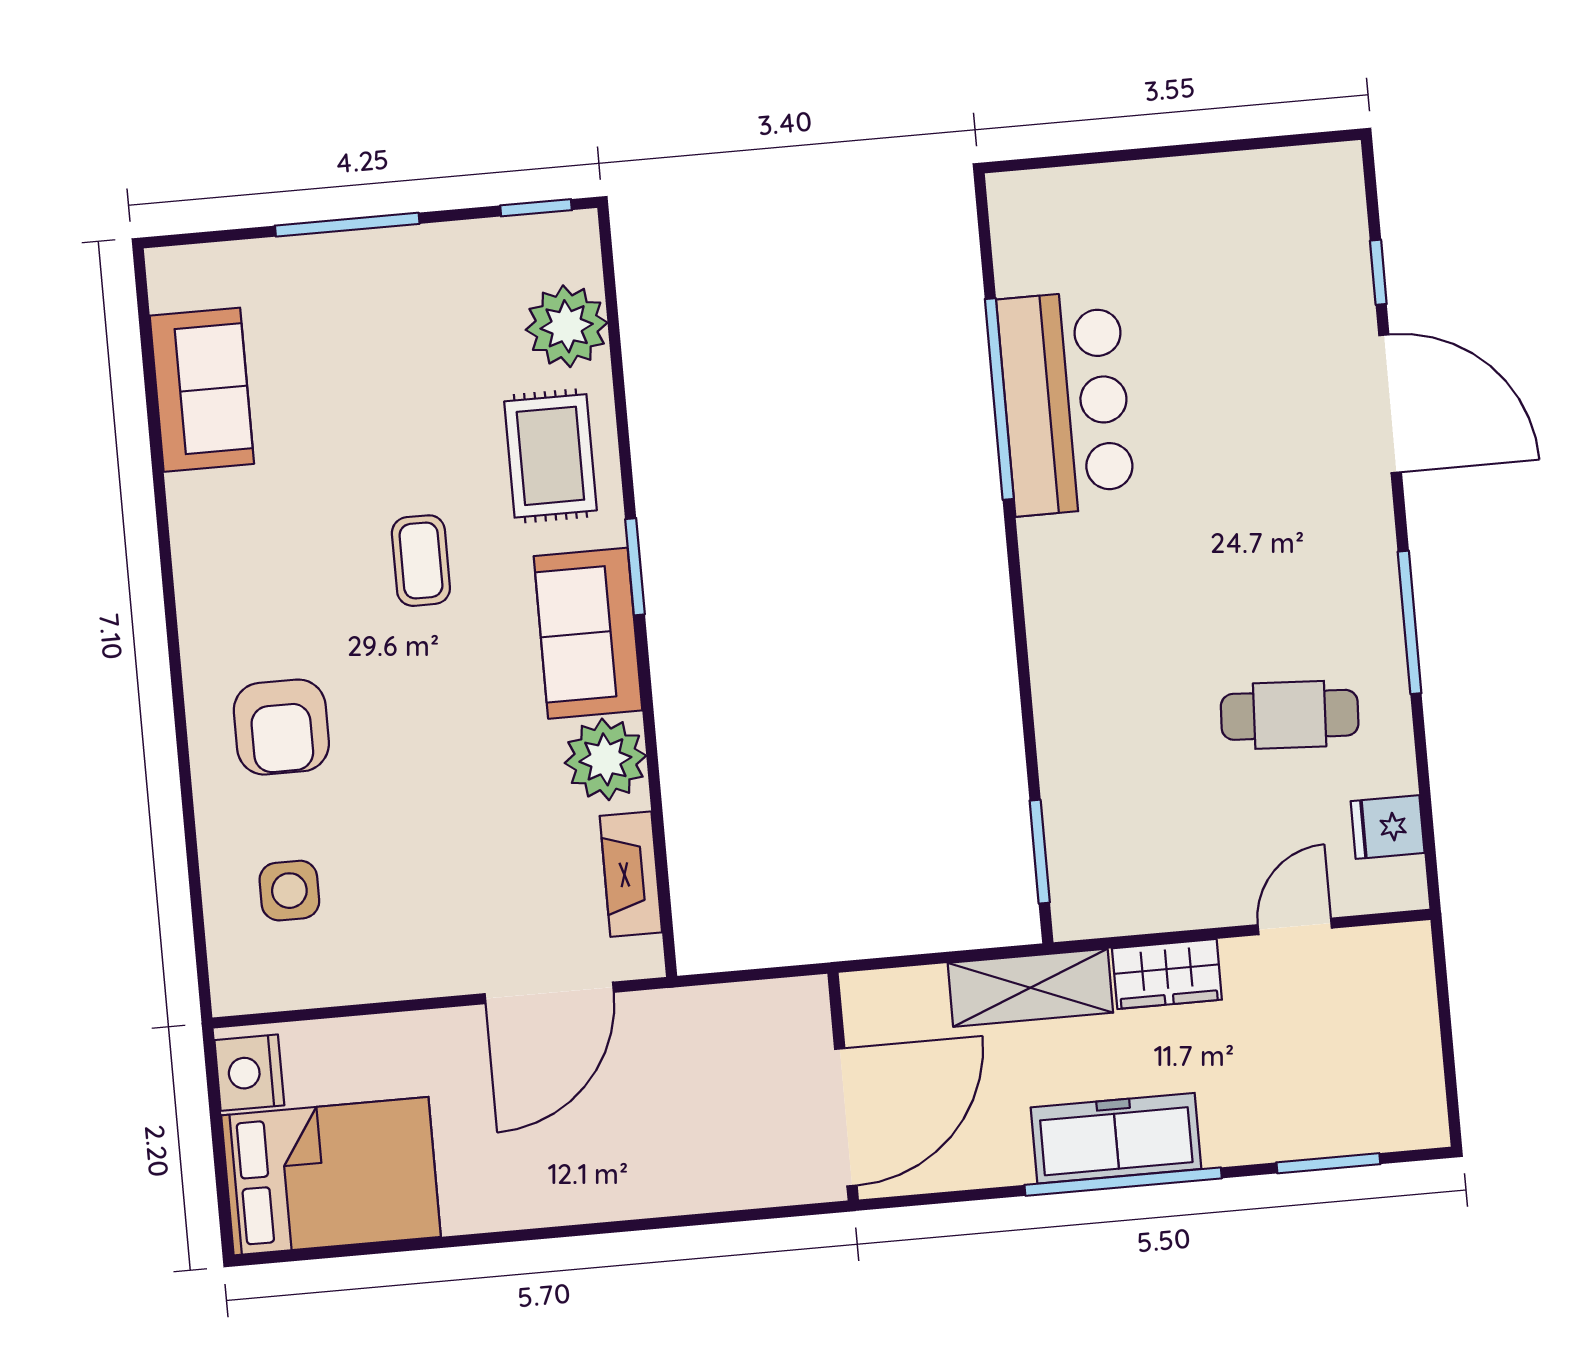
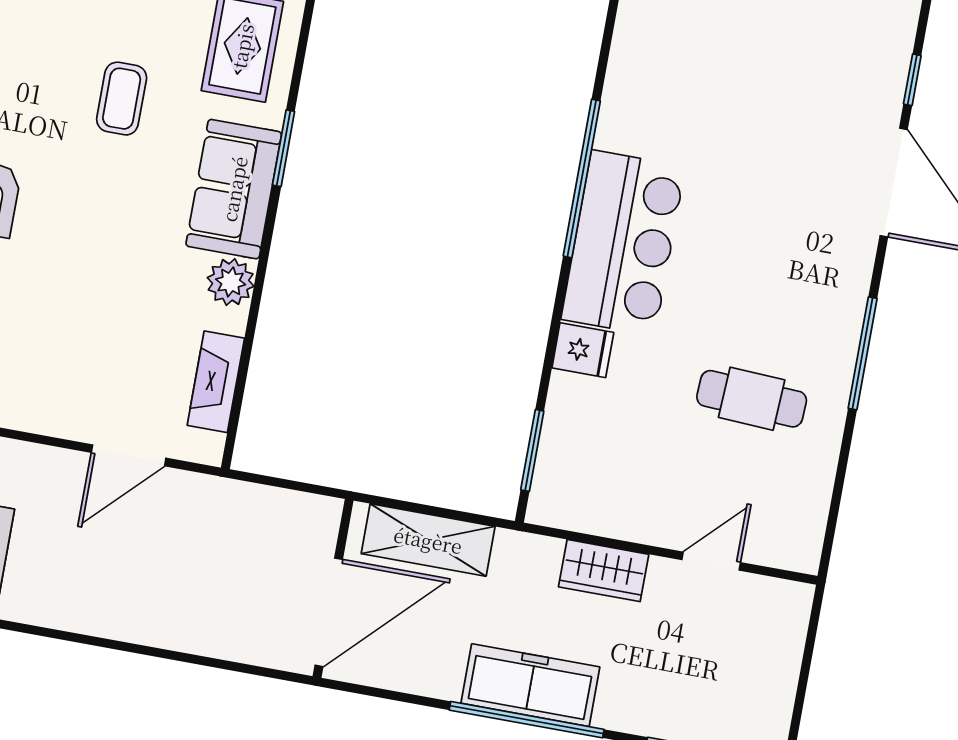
window: (999, 399) -> (582, 179), moved
bar counter: (1066, 403) -> (623, 243), moved
plant: (605, 759) -> (231, 282), width x0.73, depth x0.73
fridge: (1388, 827) -> (583, 350), moved, turned 180
shelving: (1030, 988) -> (428, 540), moved
door: (549, 993) -> (129, 455), width x0.73

